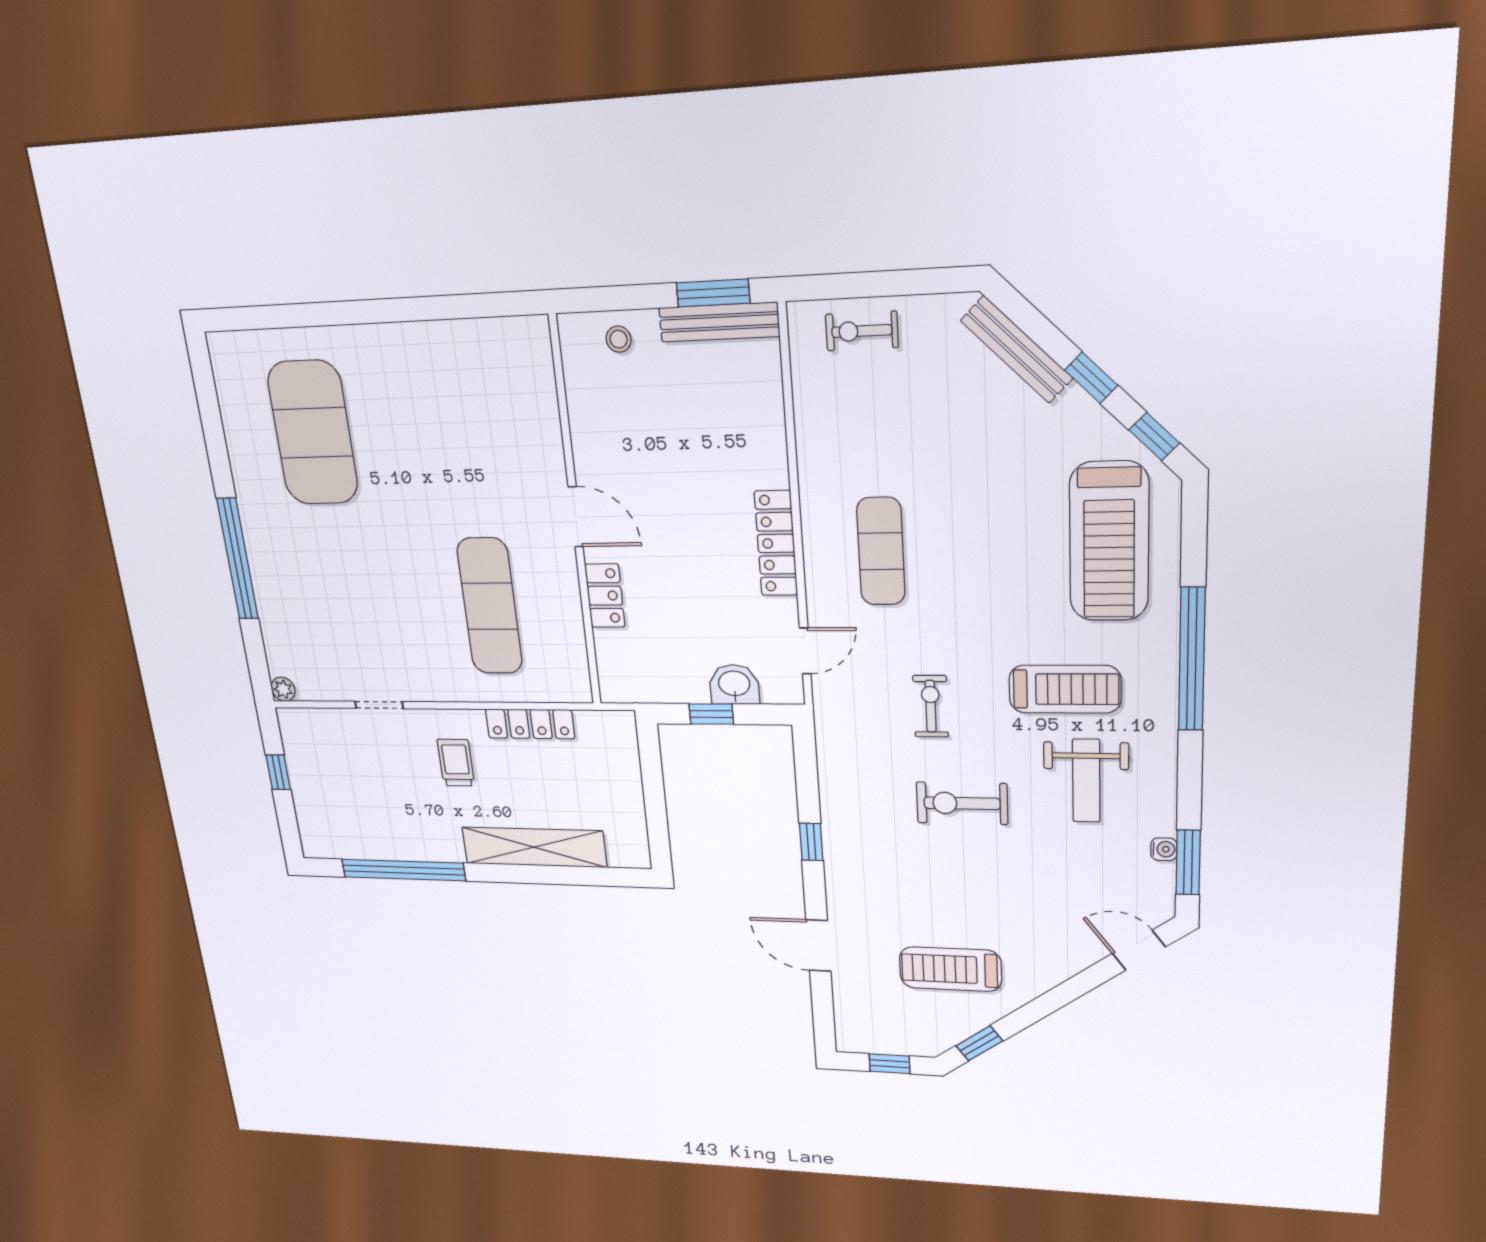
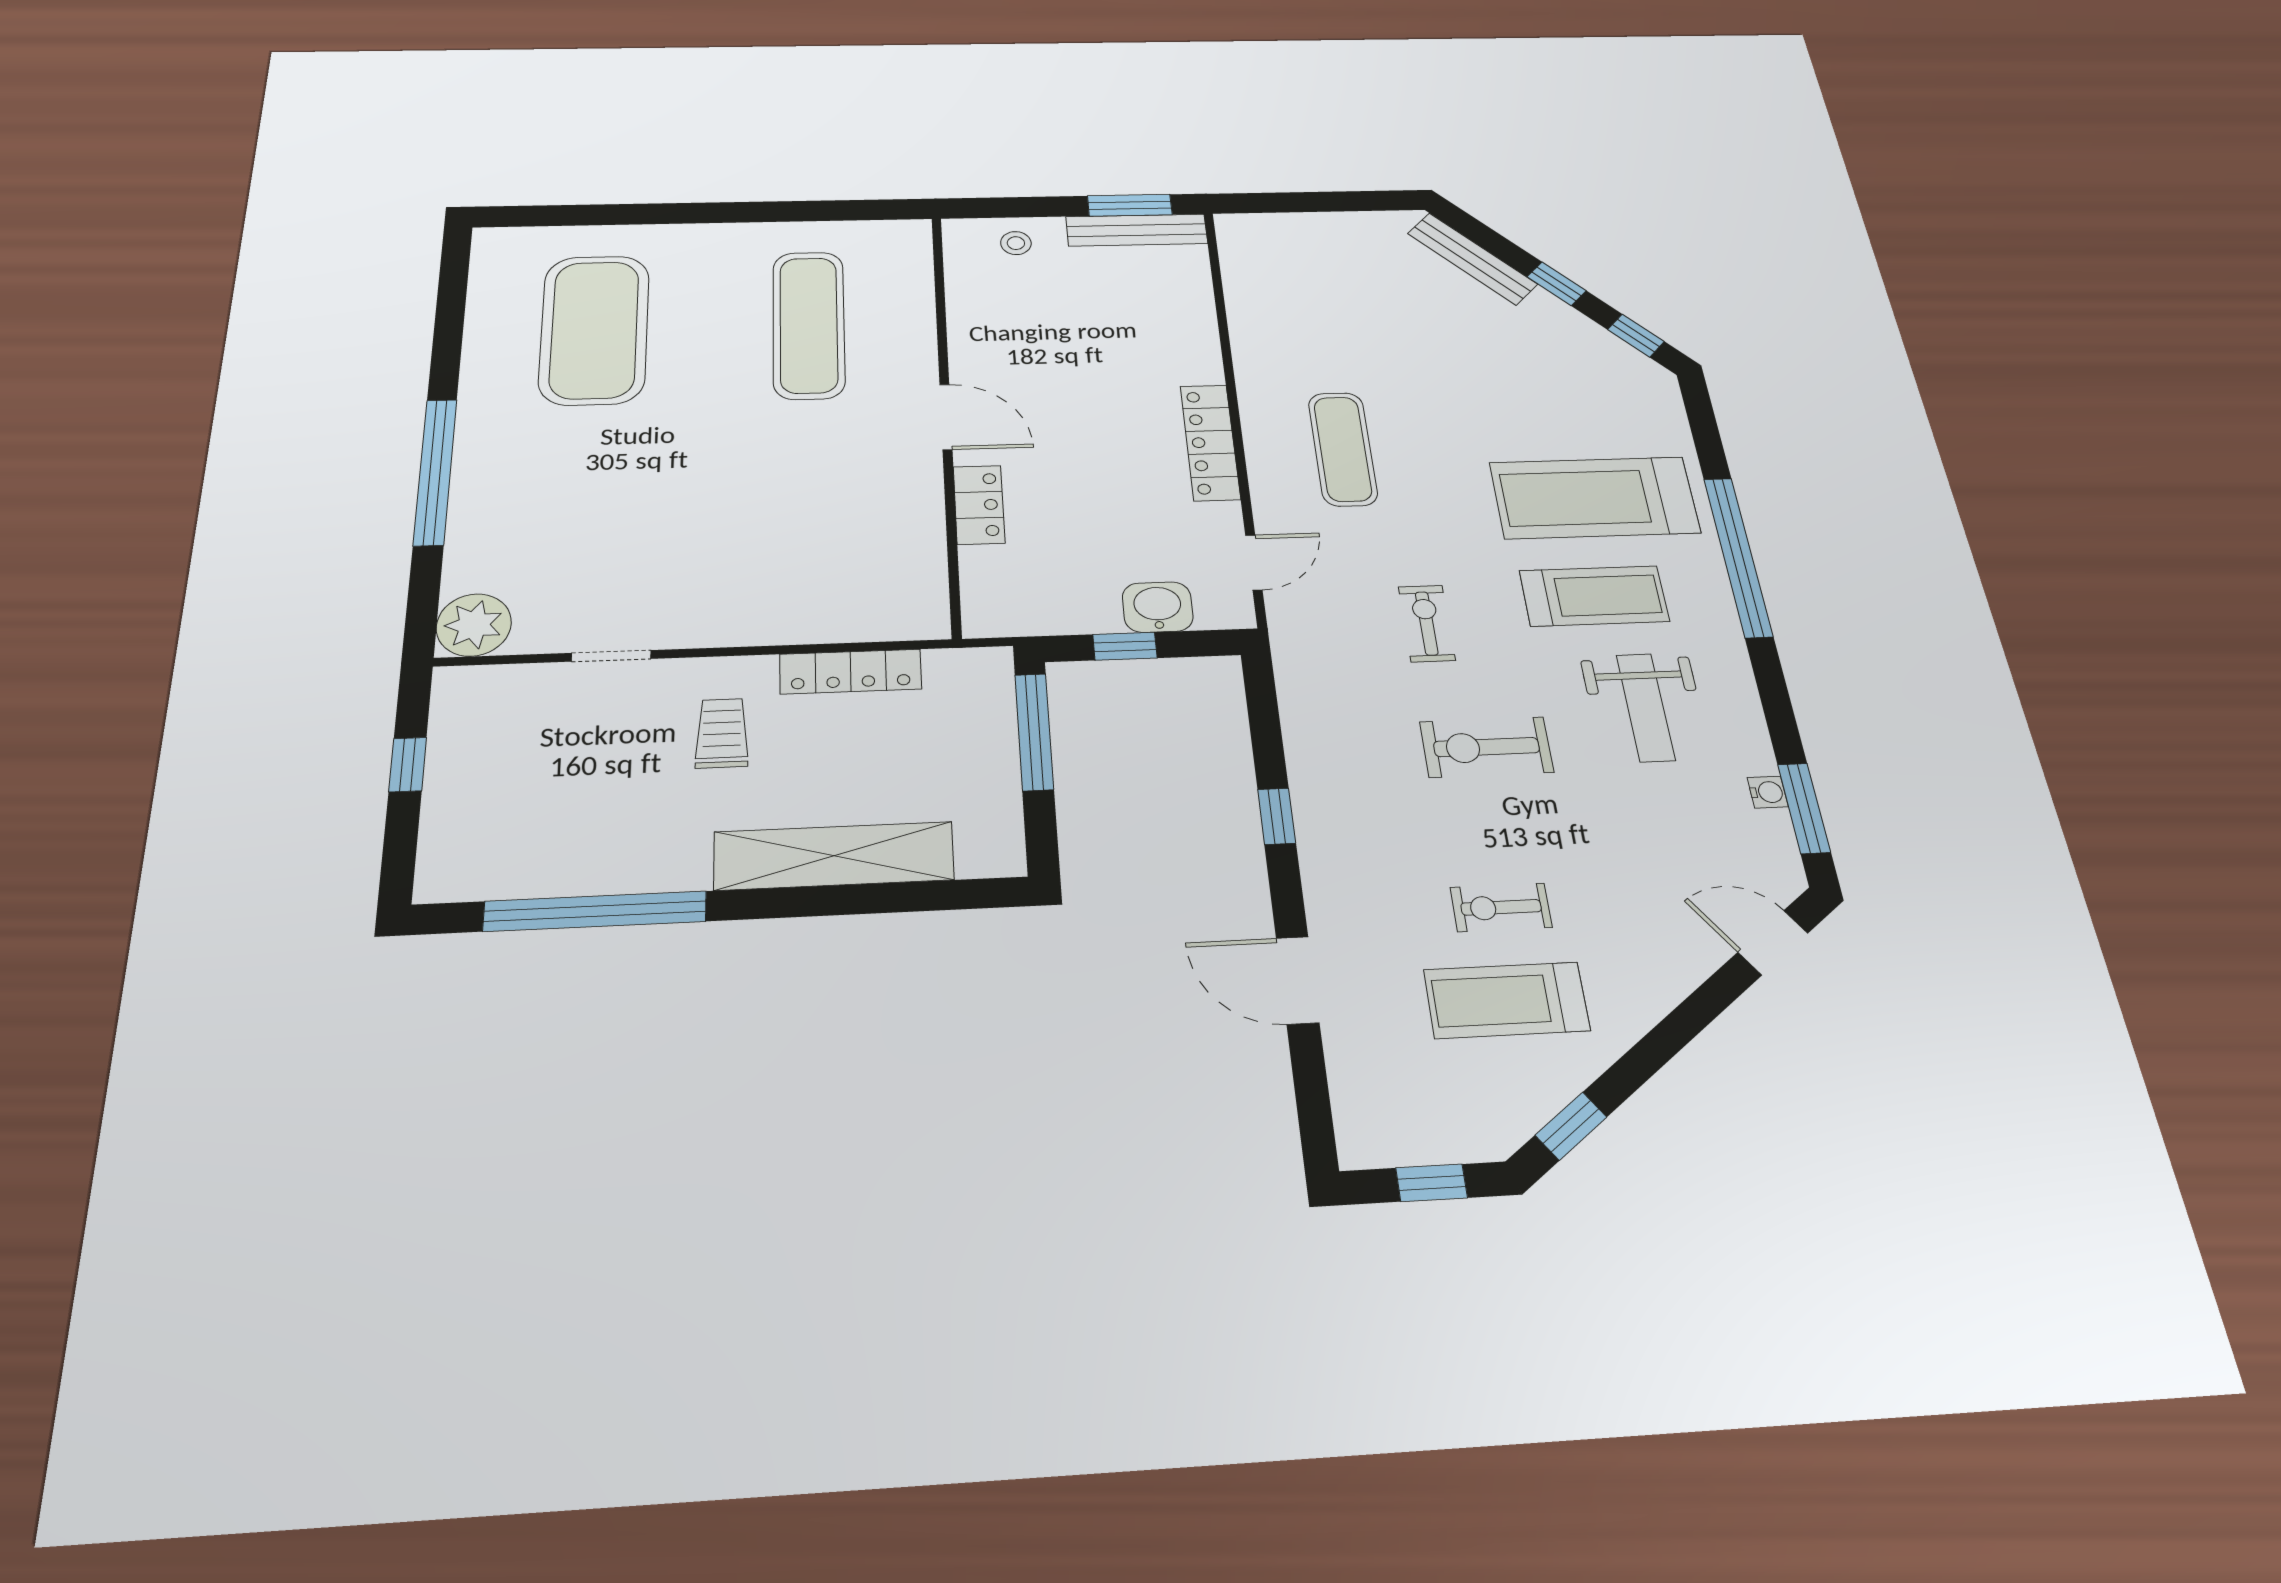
exercise bike: (862, 331) -> (1501, 907), moved
treadmill: (1109, 542) -> (1595, 498), moved, turned 90
exercise mat: (490, 606) -> (809, 325), moved
plant: (283, 689) -> (474, 625), width x1.88, depth x1.88
window: (652, 773) -> (1034, 732), added

